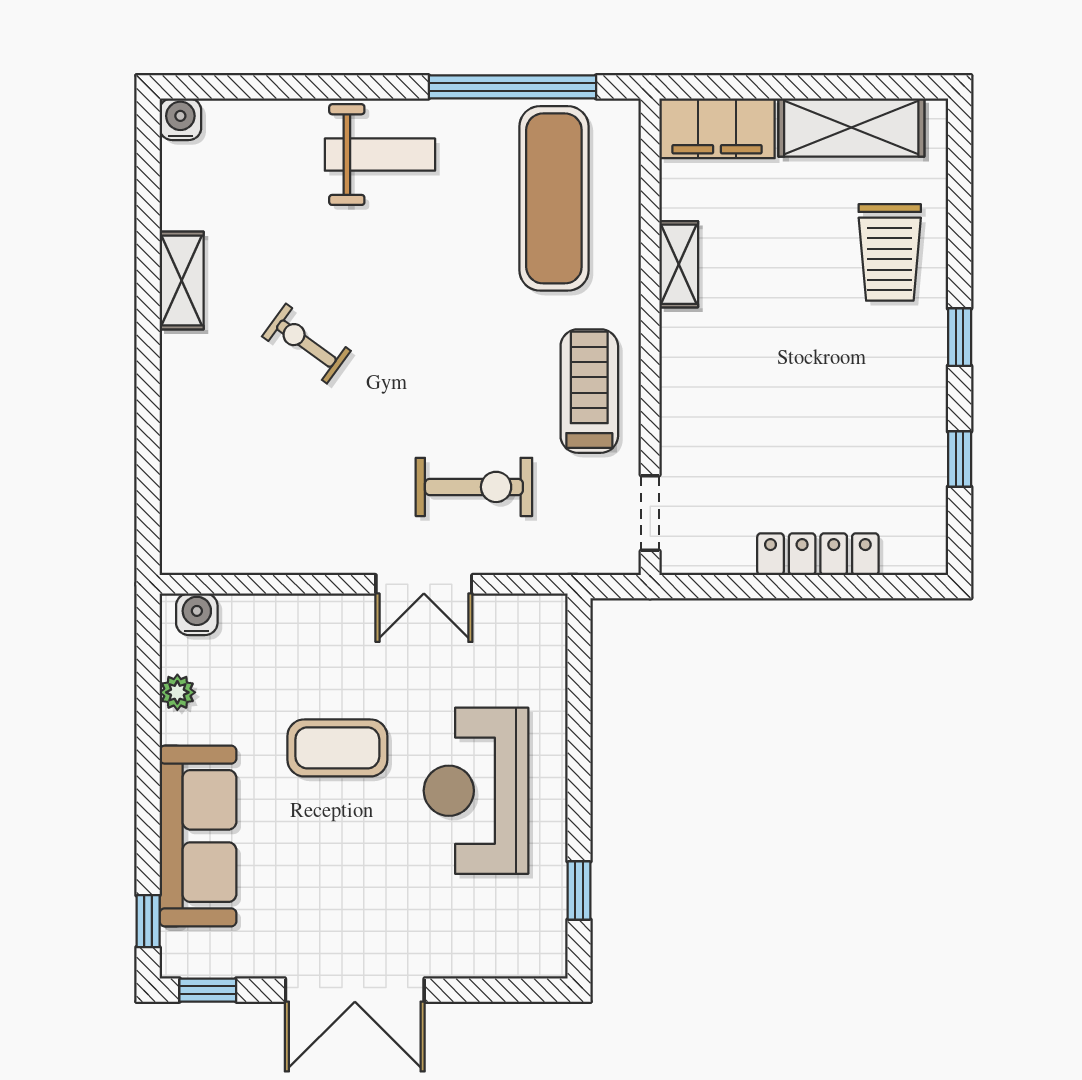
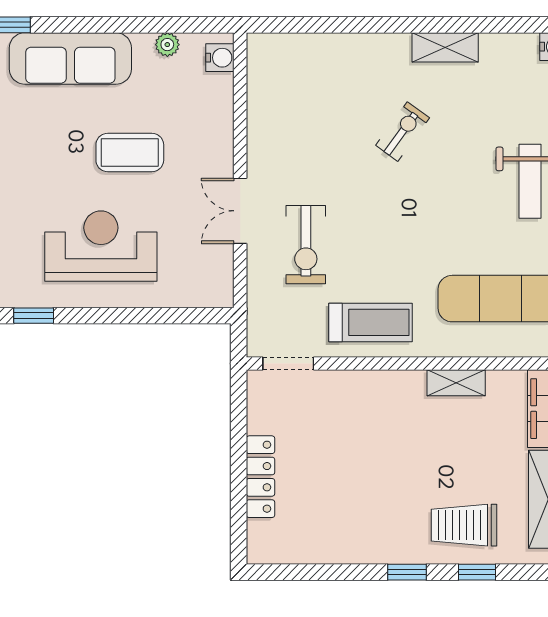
window: (960, 459) -> (477, 572), moved
coffee table: (337, 748) -> (130, 153), turned 90

